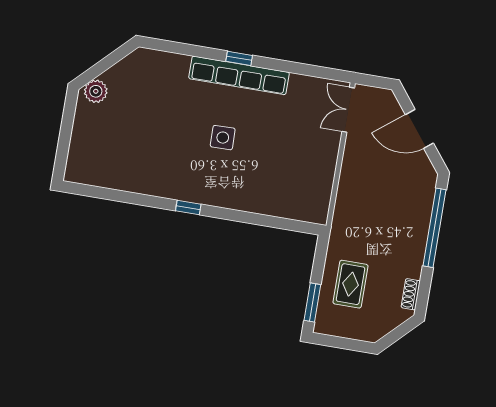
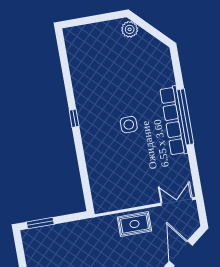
window: (239, 58) -> (185, 117), width x3.17
rug: (350, 284) -> (134, 224), moved

